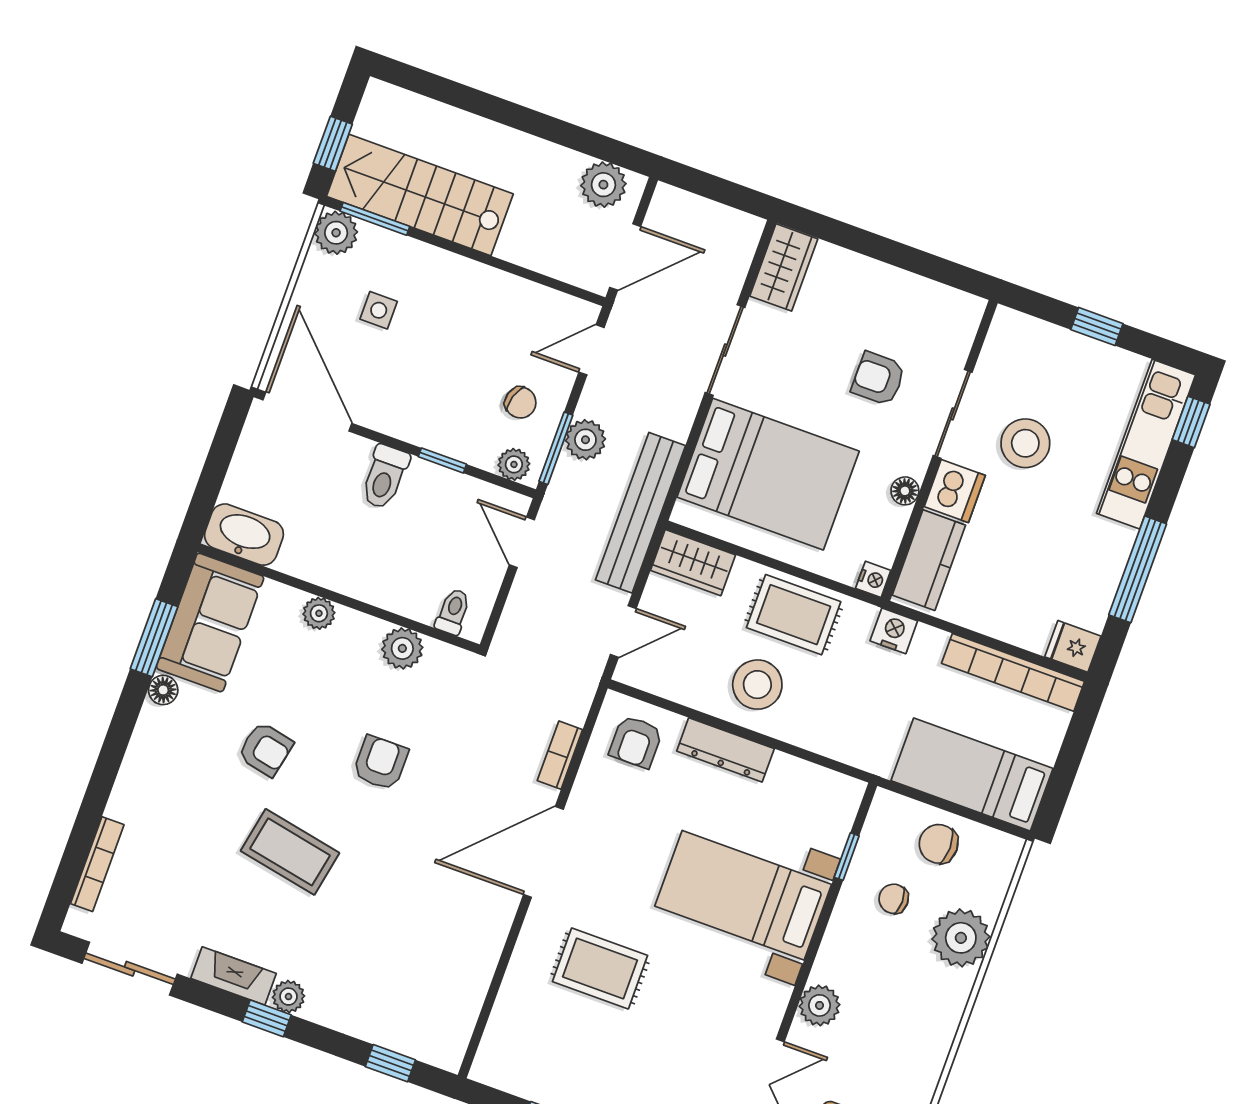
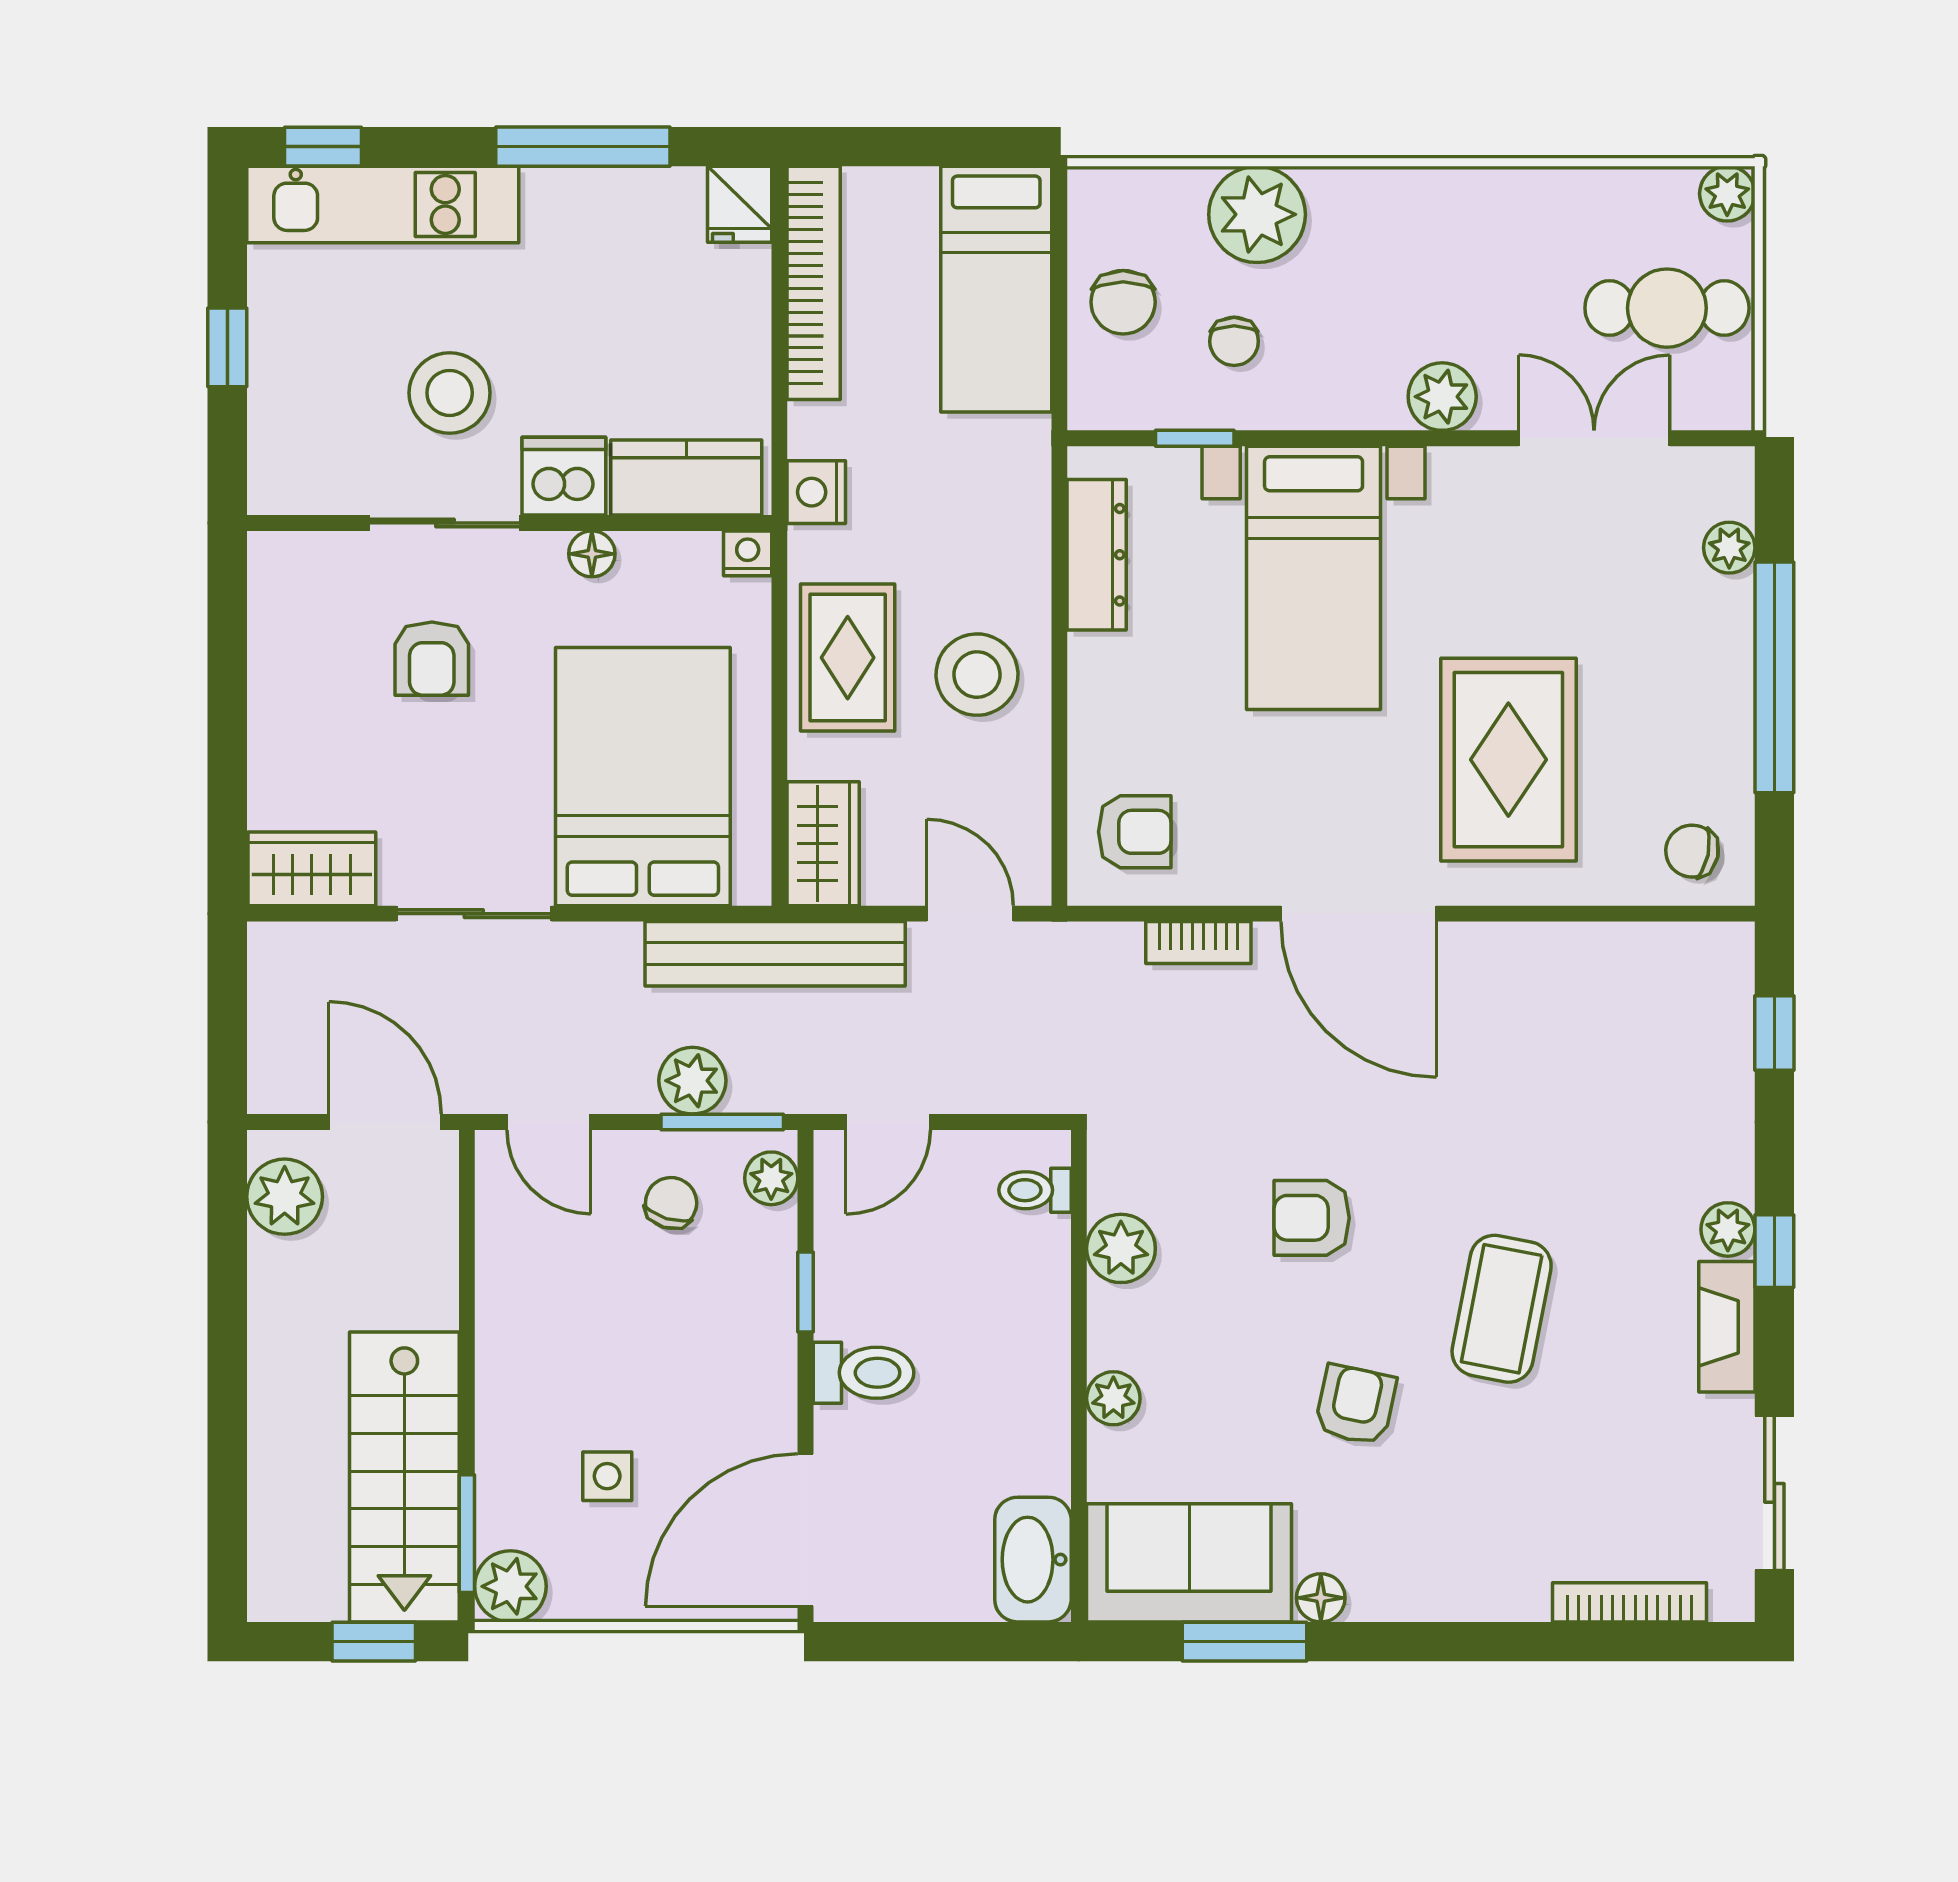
dresser: (725, 750) -> (1097, 555), moved
rug: (600, 968) -> (1508, 760), width x1.36, depth x1.43
chair: (510, 1054) -> (1692, 851), added

